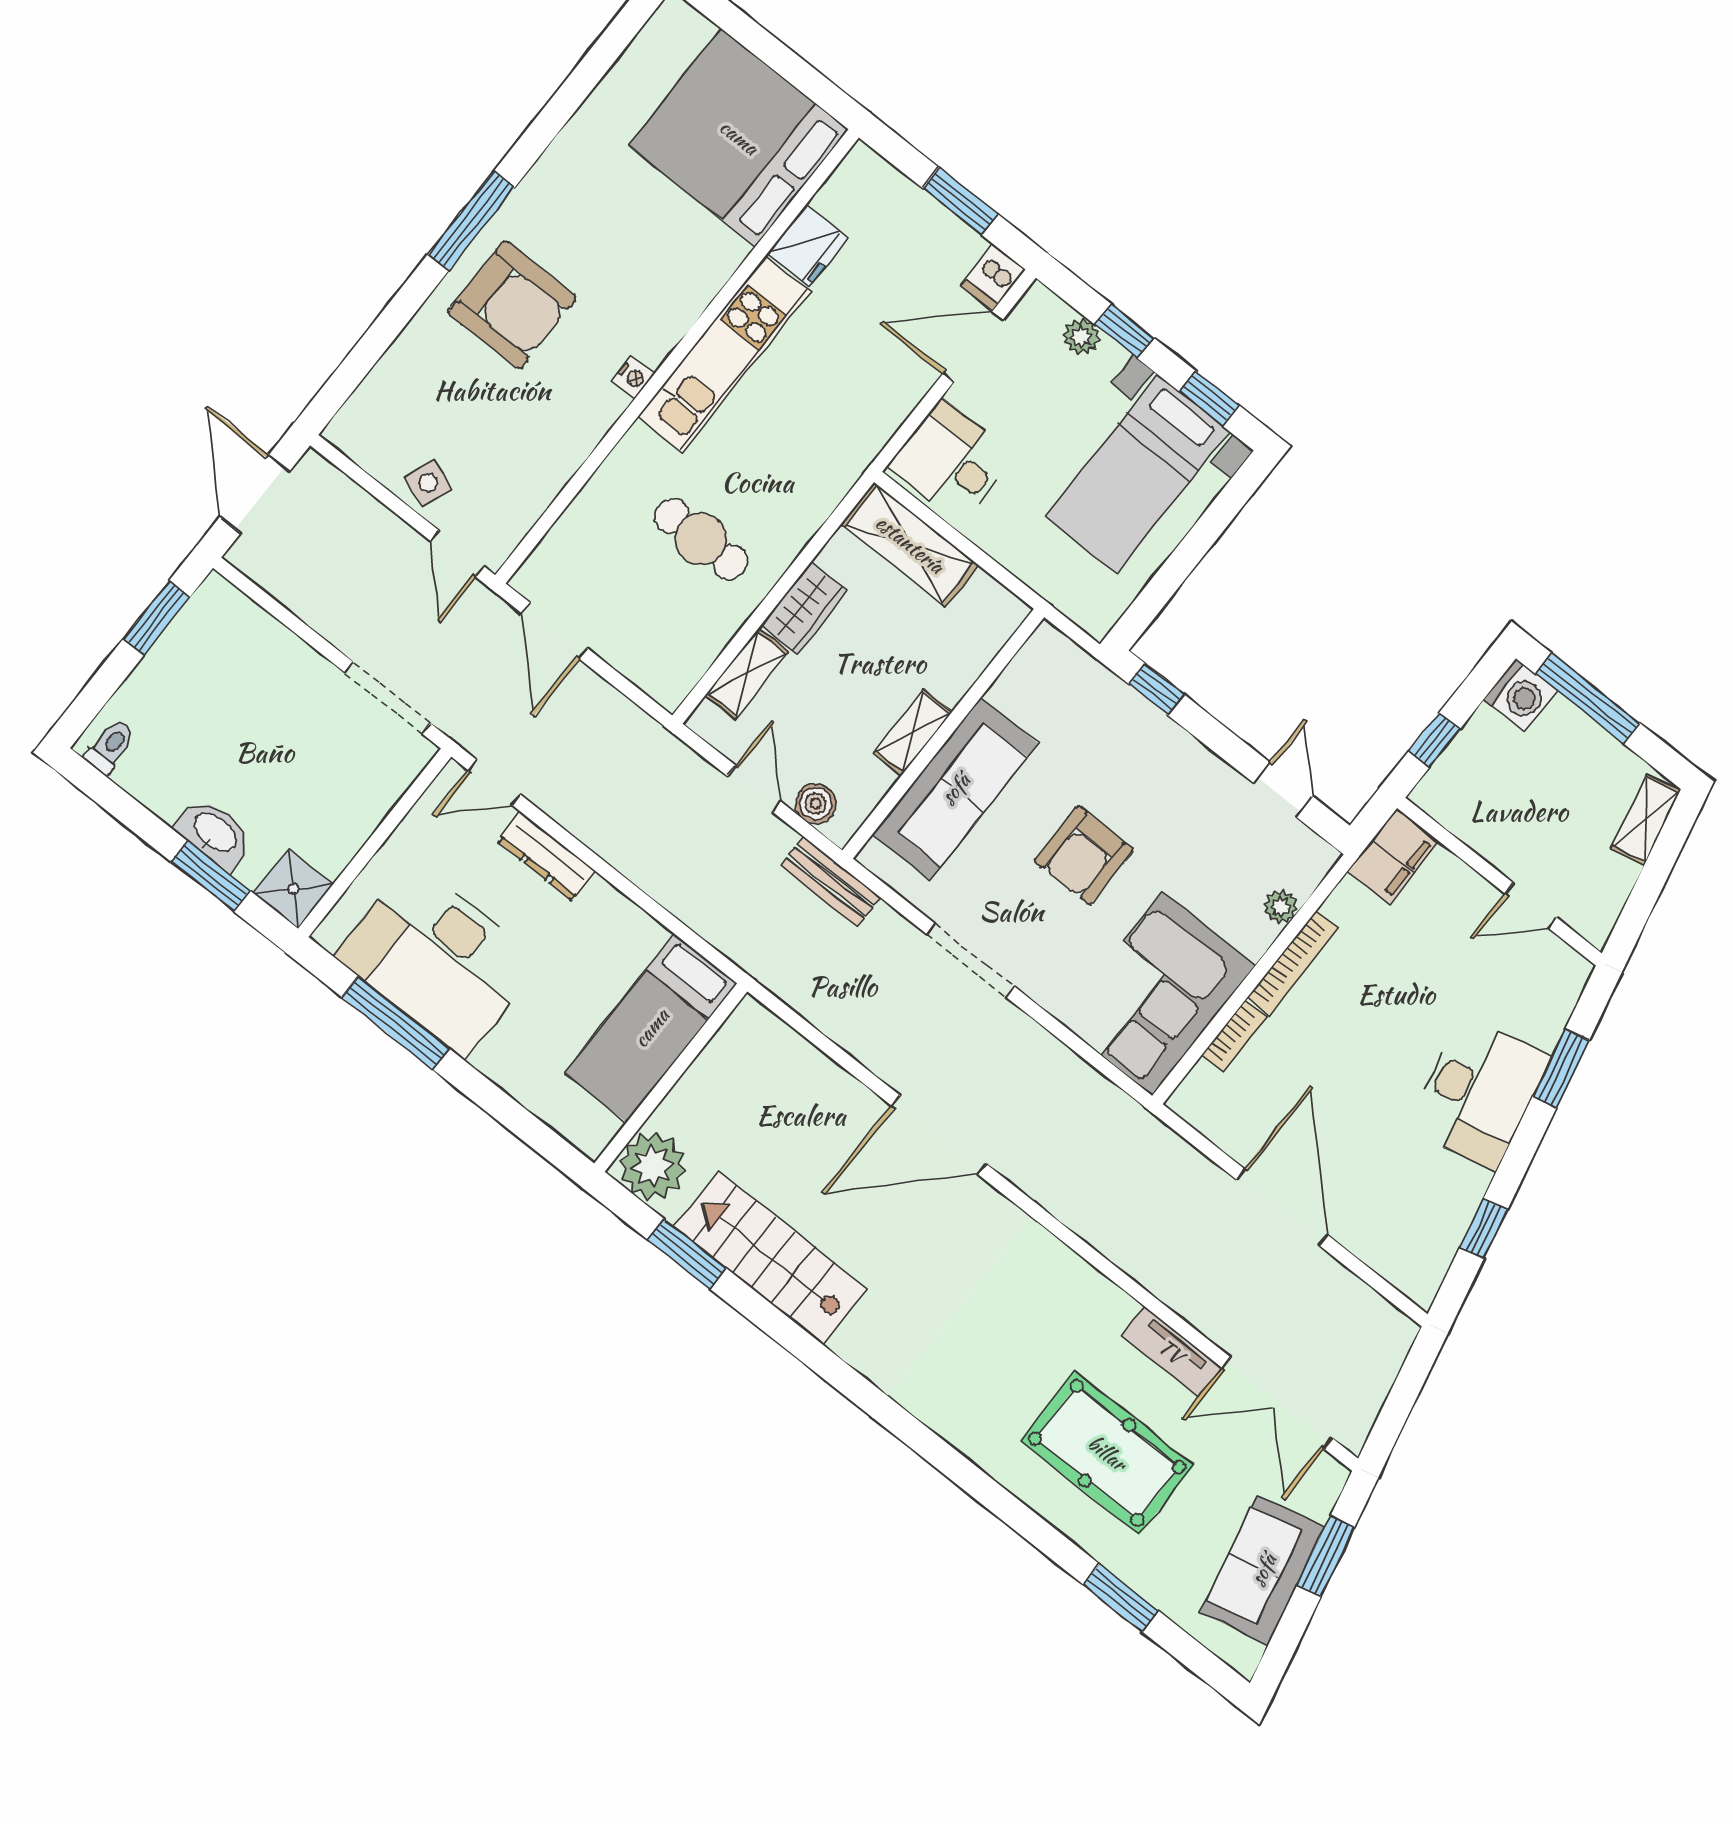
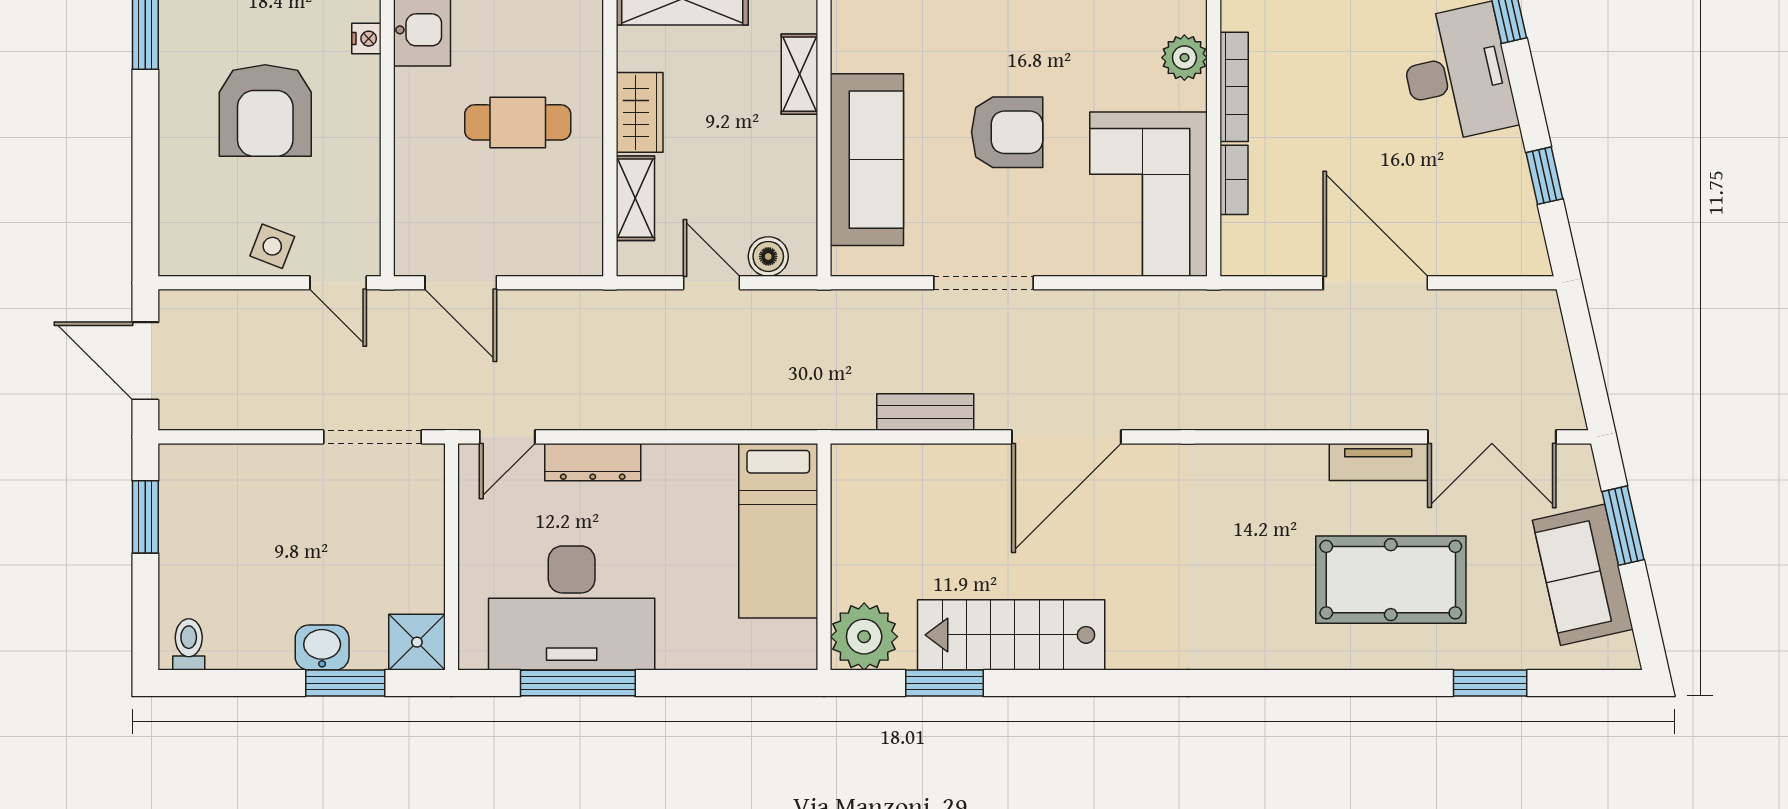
armchair: (512, 305) -> (265, 110), moved, turned 90
shelving: (913, 732) -> (799, 74), moved
washbasin: (215, 833) -> (322, 648), width x0.72
armchair: (1084, 855) -> (1007, 132), turned -90
bench: (830, 882) -> (925, 412), moved
plant: (1281, 907) -> (1184, 58), width x1.38, depth x1.38

